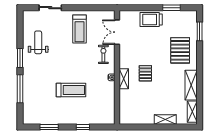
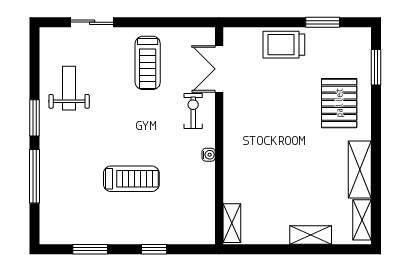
pallet: (145, 73) -> (273, 147), removed
shelving: (124, 79) -> (232, 223), moved

